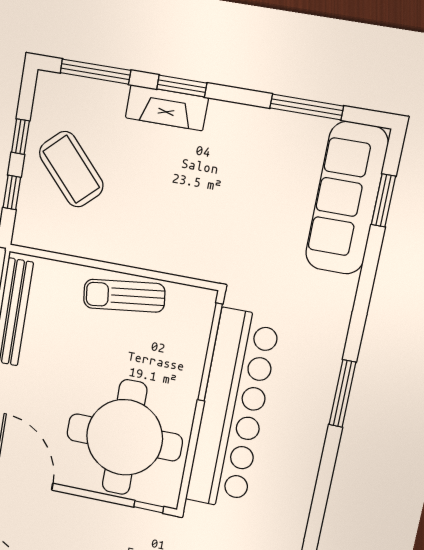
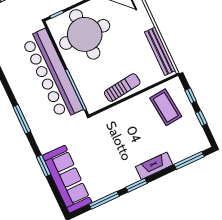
window: (182, 86) -> (136, 185), moved
coffee table: (71, 169) -> (166, 107), moved, turned 37
window: (384, 200) -> (44, 166), moved
window: (342, 393) -> (22, 119), moved

